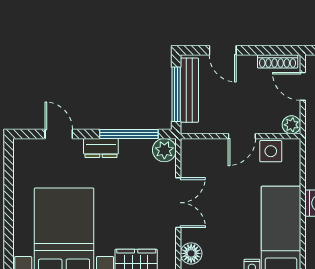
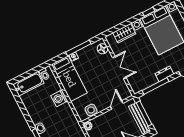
door: (242, 136) -> (117, 105), moved
plant: (164, 150) -> (137, 87), removed
double door: (178, 203) -> (119, 68), swing flipped

